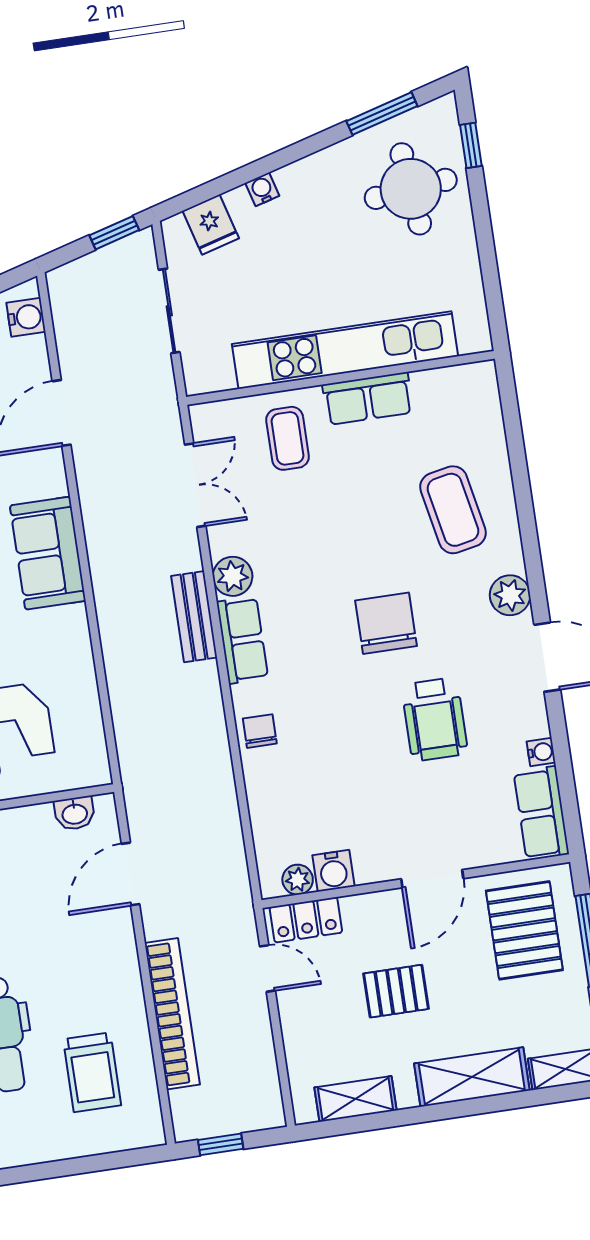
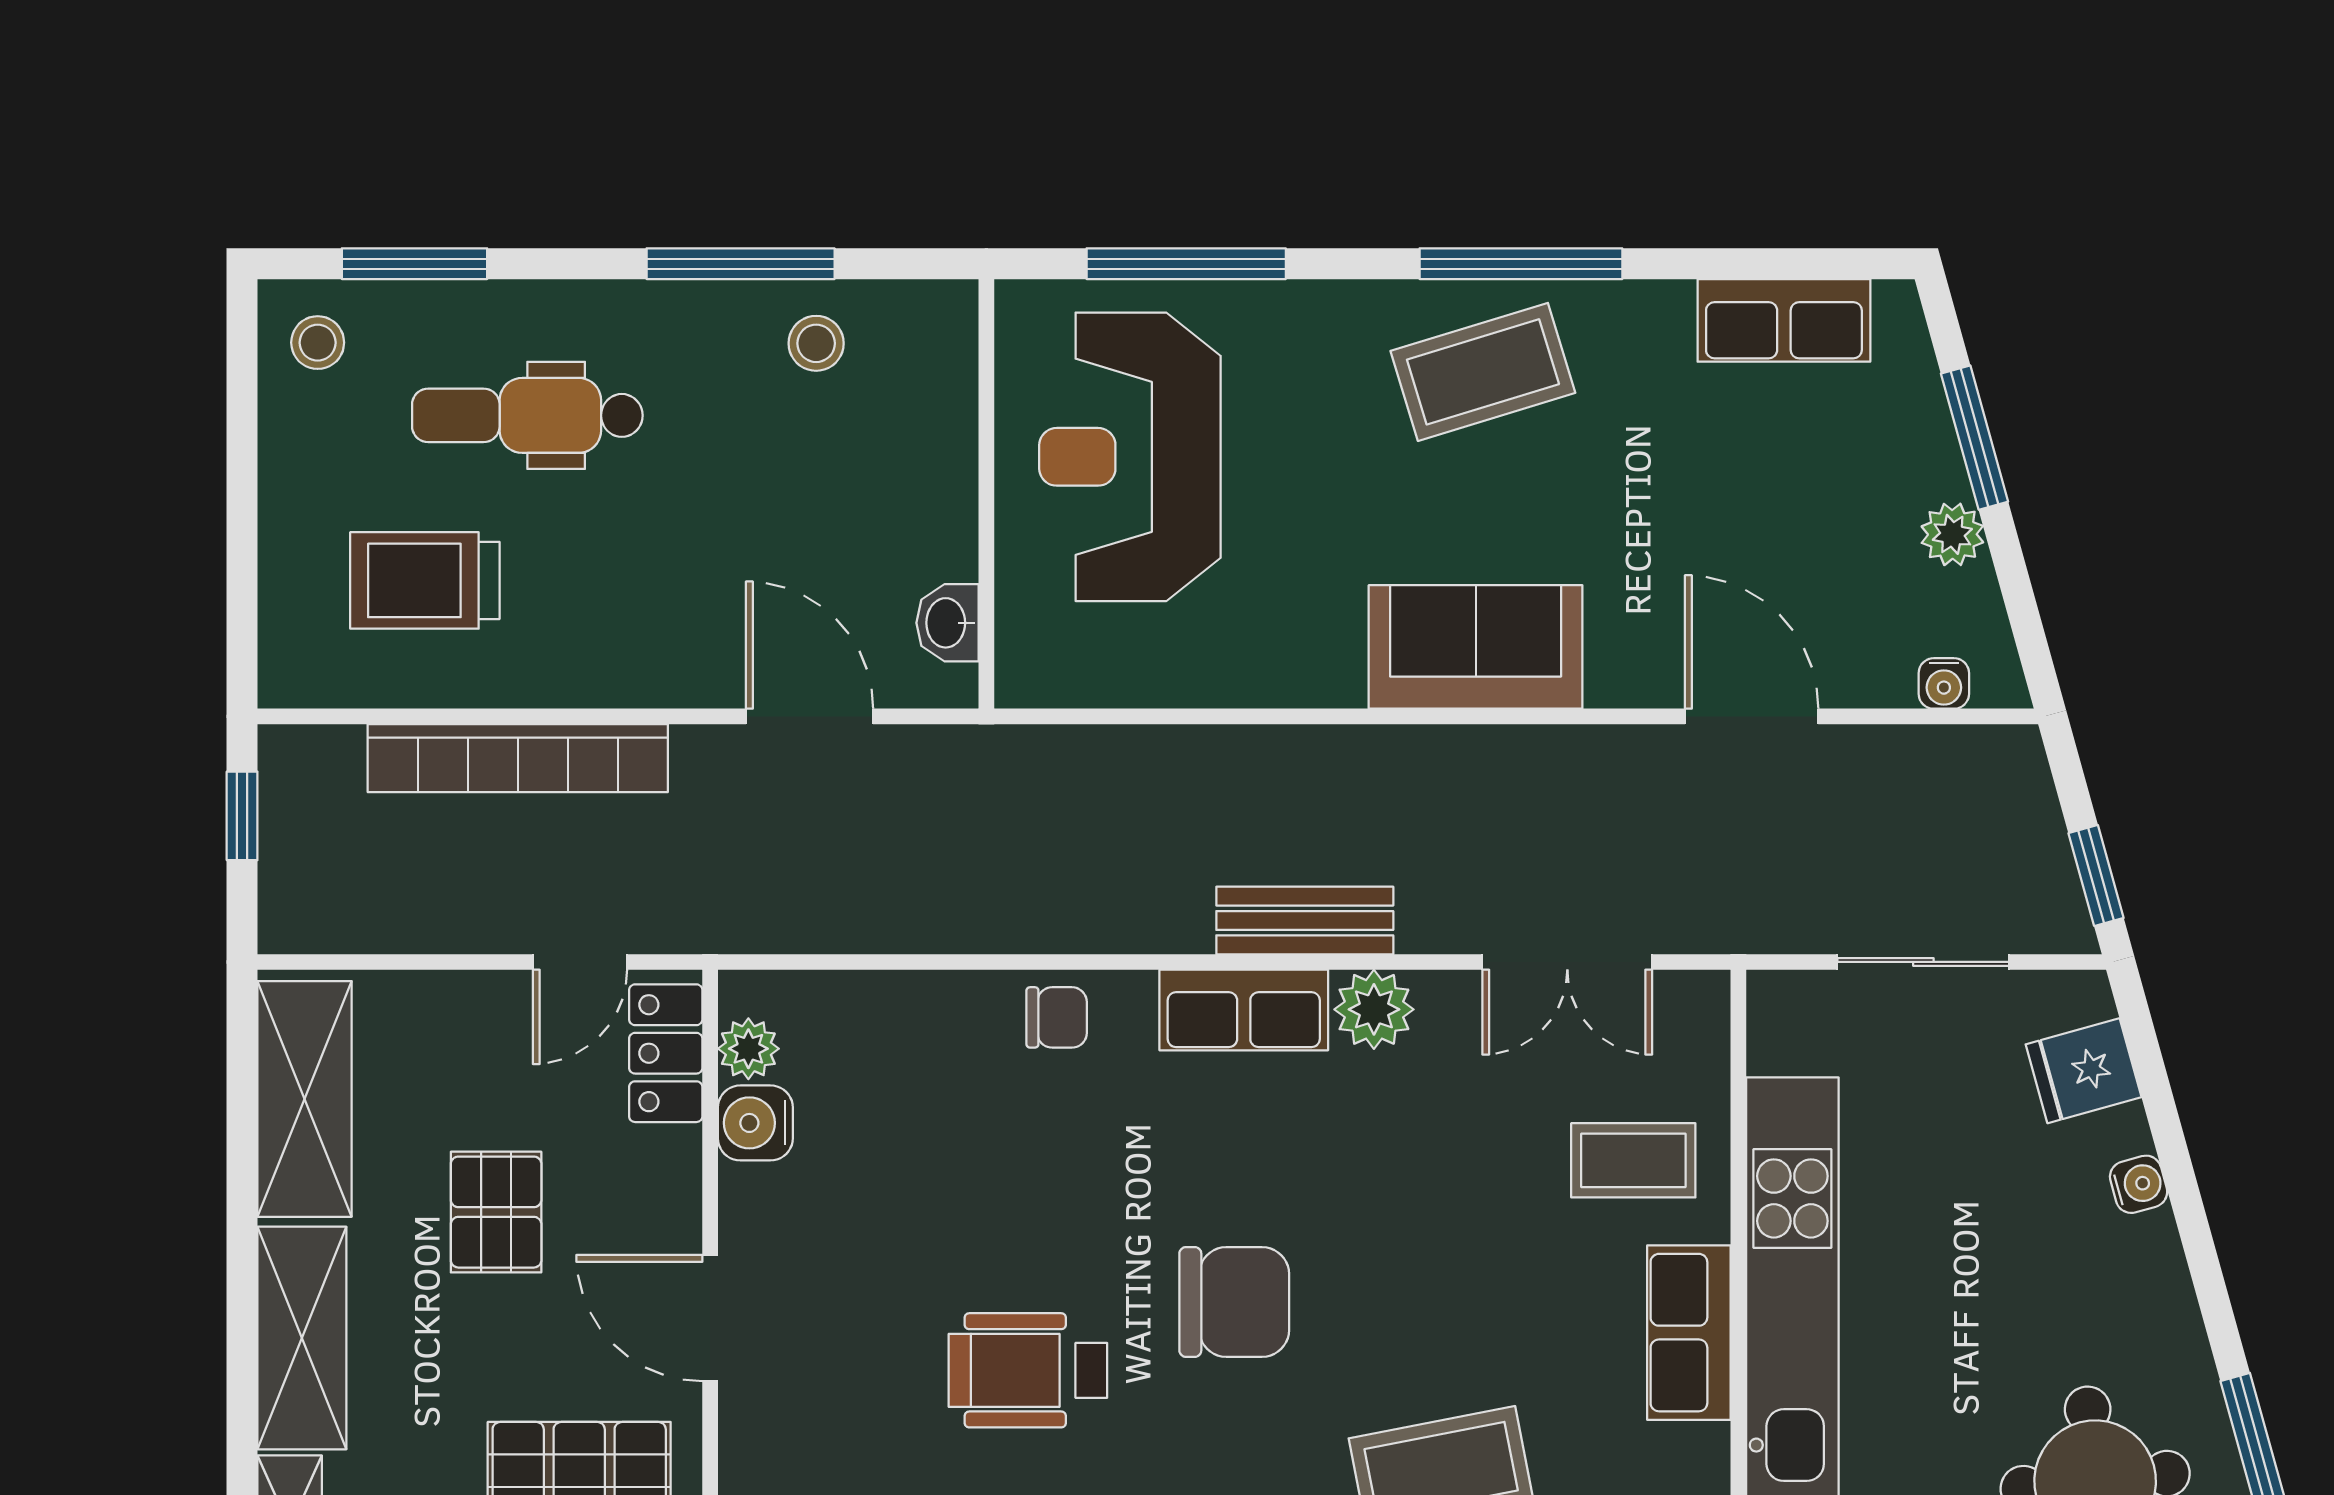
water cooler: (26, 317) -> (1944, 683), width x0.72, depth x0.72
shelving: (356, 1099) -> (305, 1099), width x1.50, depth x1.33

